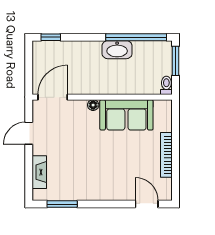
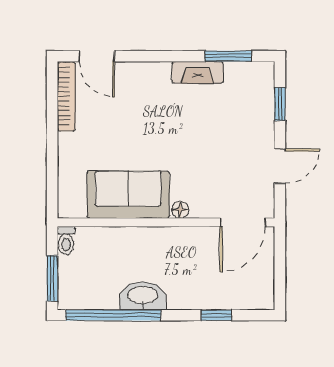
window: (51, 37) -> (216, 315), moved
bookcase: (166, 155) -> (66, 96), moved
fireplace: (39, 172) -> (198, 72), moved, turned -90
window: (29, 173) -> (280, 104), added

